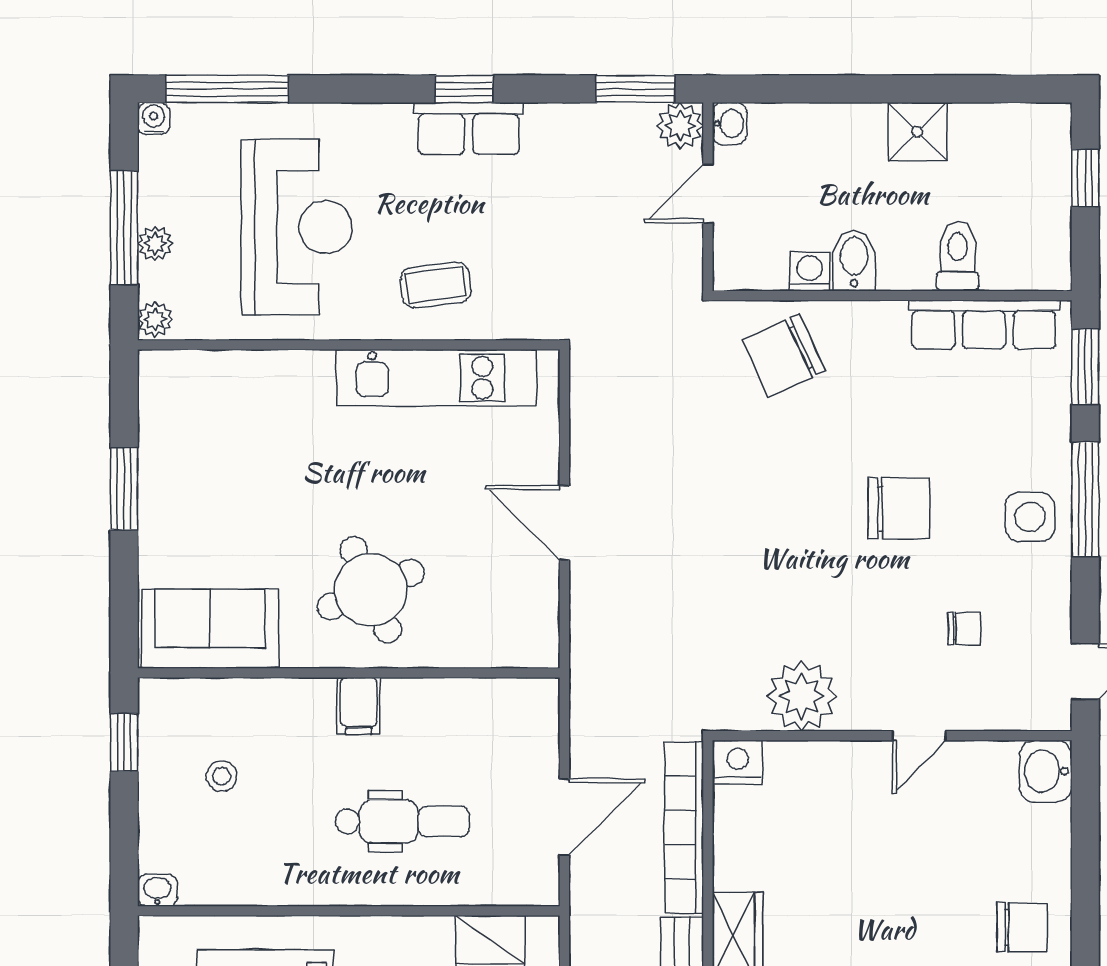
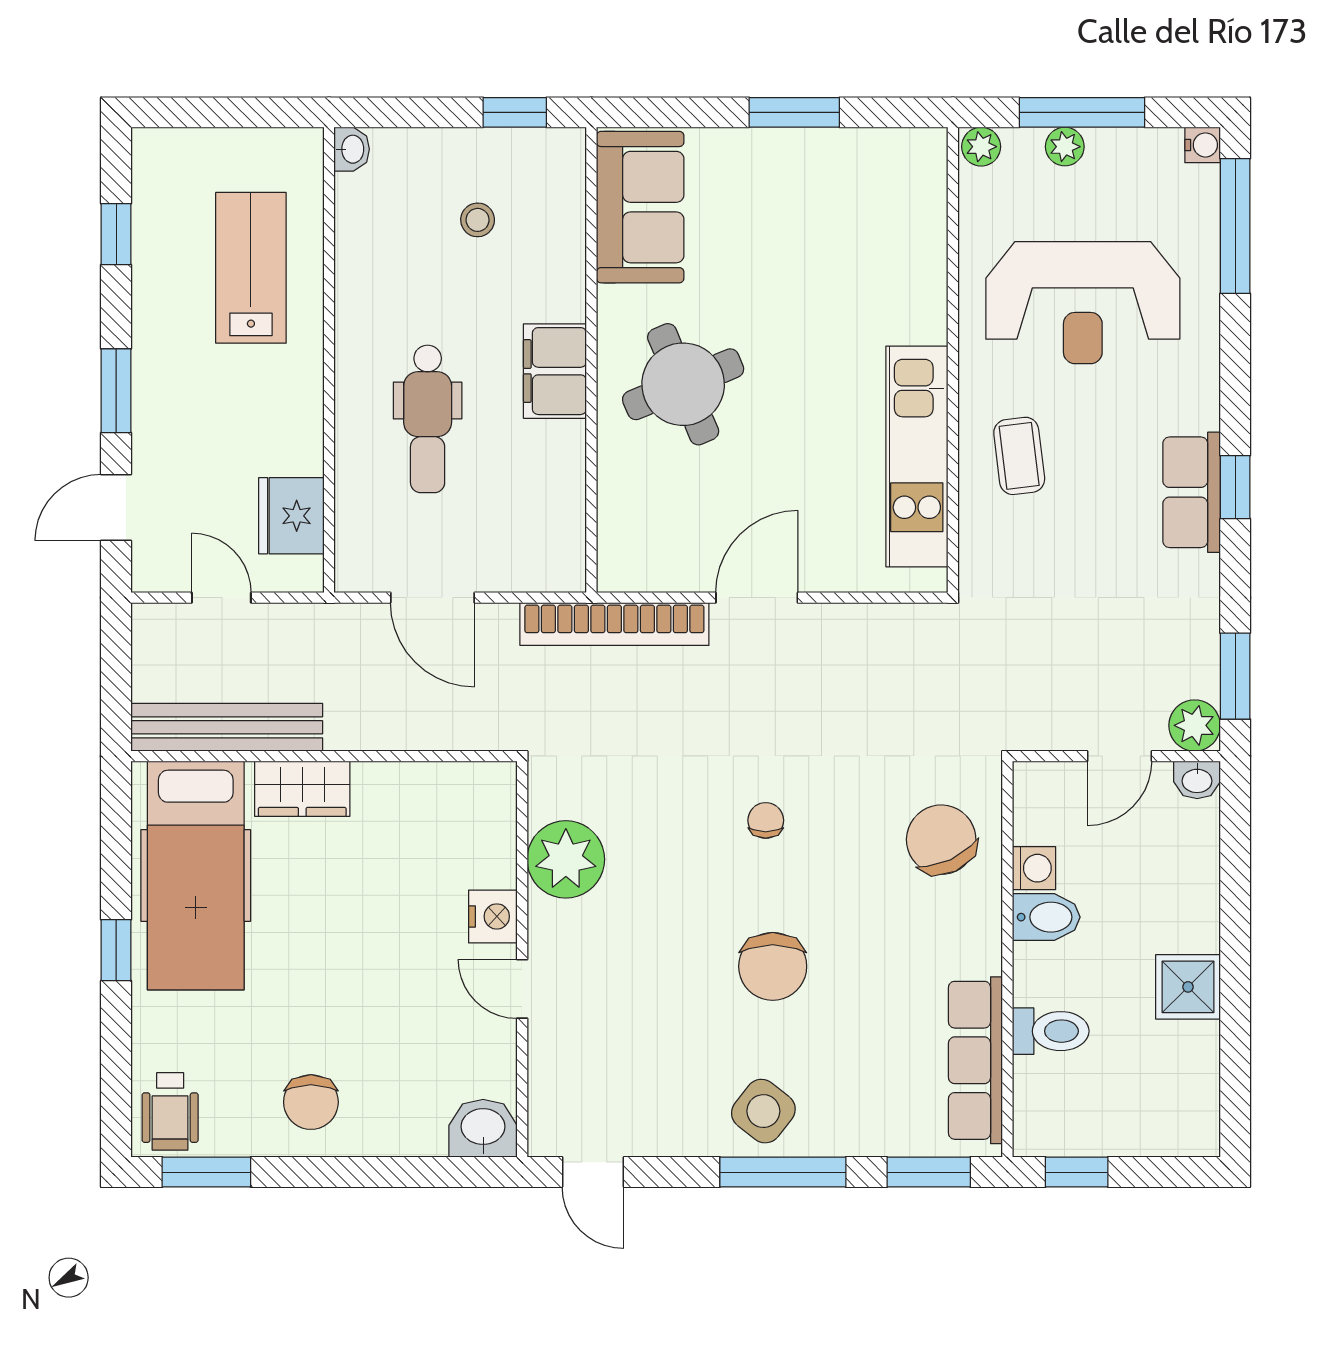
window: (1085, 178) -> (1077, 1172), moved
door: (708, 194) -> (1120, 756), swing flipped
side table: (1030, 517) -> (763, 1111), turned 38
chair: (964, 629) -> (766, 820), moved, turned 180
filing cabinet: (359, 706) -> (555, 371), width x2.00
nightstand: (738, 762) -> (493, 916), moved
bookcase: (684, 827) -> (614, 624), moved, turned 180

